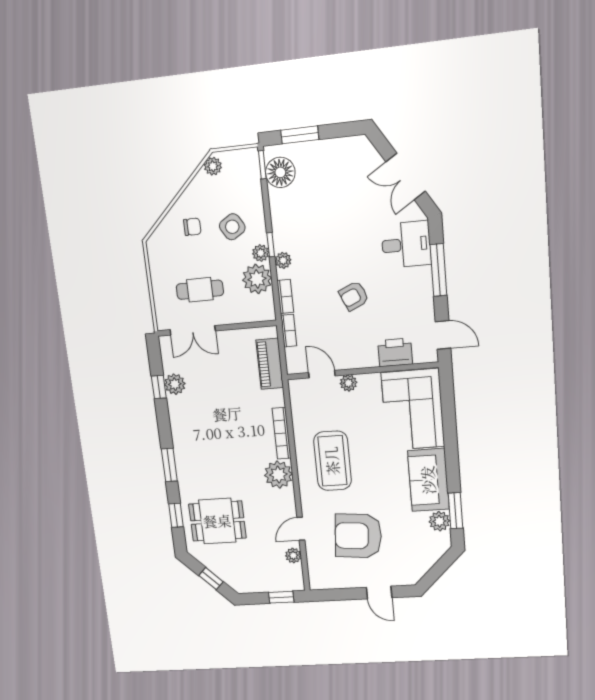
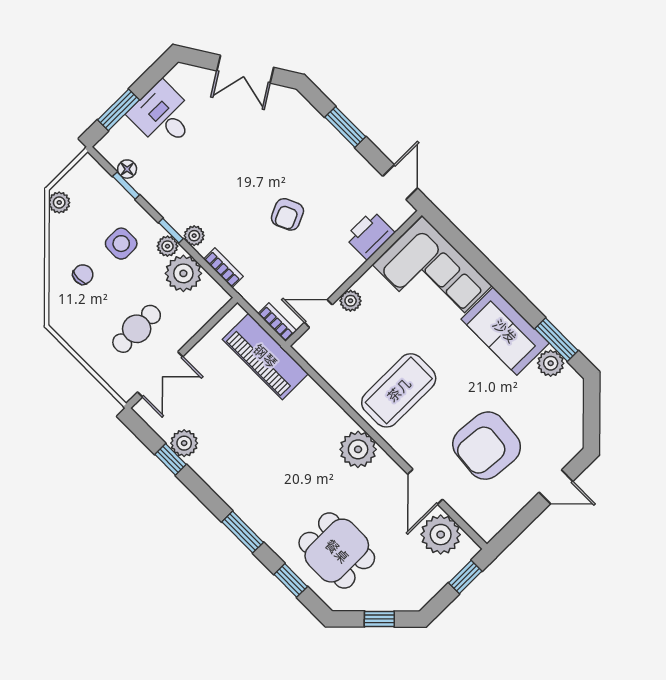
window: (262, 165) -> (126, 186), moved
floor lamp: (280, 172) -> (127, 169), width x0.53, depth x0.53
side table: (232, 227) -> (121, 244), turned 32
desk: (406, 245) -> (163, 116), moved, turned -90
window: (438, 270) -> (345, 127), width x0.69
bookcase: (289, 331) -> (277, 322), moved
door: (443, 335) -> (400, 182), hinge flipped
piano: (270, 364) -> (265, 356), width x1.37, depth x1.33
bookcase: (282, 433) -> (327, 405), removed
coffee table: (332, 461) -> (399, 390), turned 90
dining table: (217, 521) -> (337, 551), turned 90
door: (301, 529) -> (425, 487), width x1.38
plant: (293, 555) -> (441, 535), width x1.87, depth x1.87

